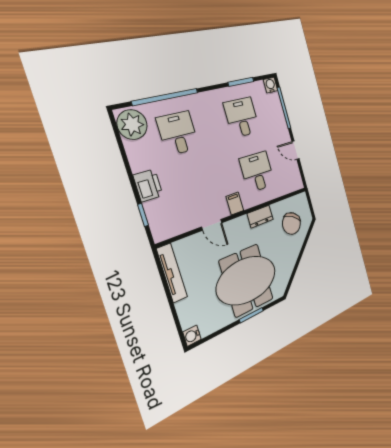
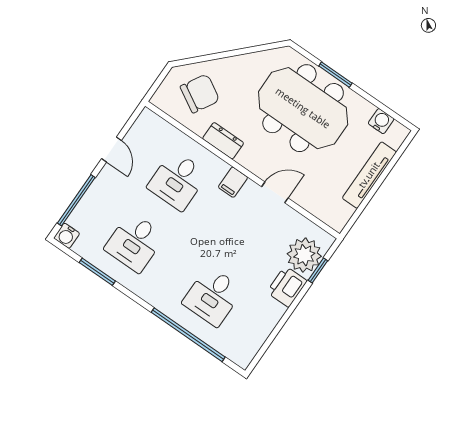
plant: (132, 125) -> (304, 255), moved
door: (212, 225) -> (275, 192), hinge flipped
tv unit: (172, 273) -> (369, 175), moved
water cooler: (192, 336) -> (381, 121), moved, turned -90

